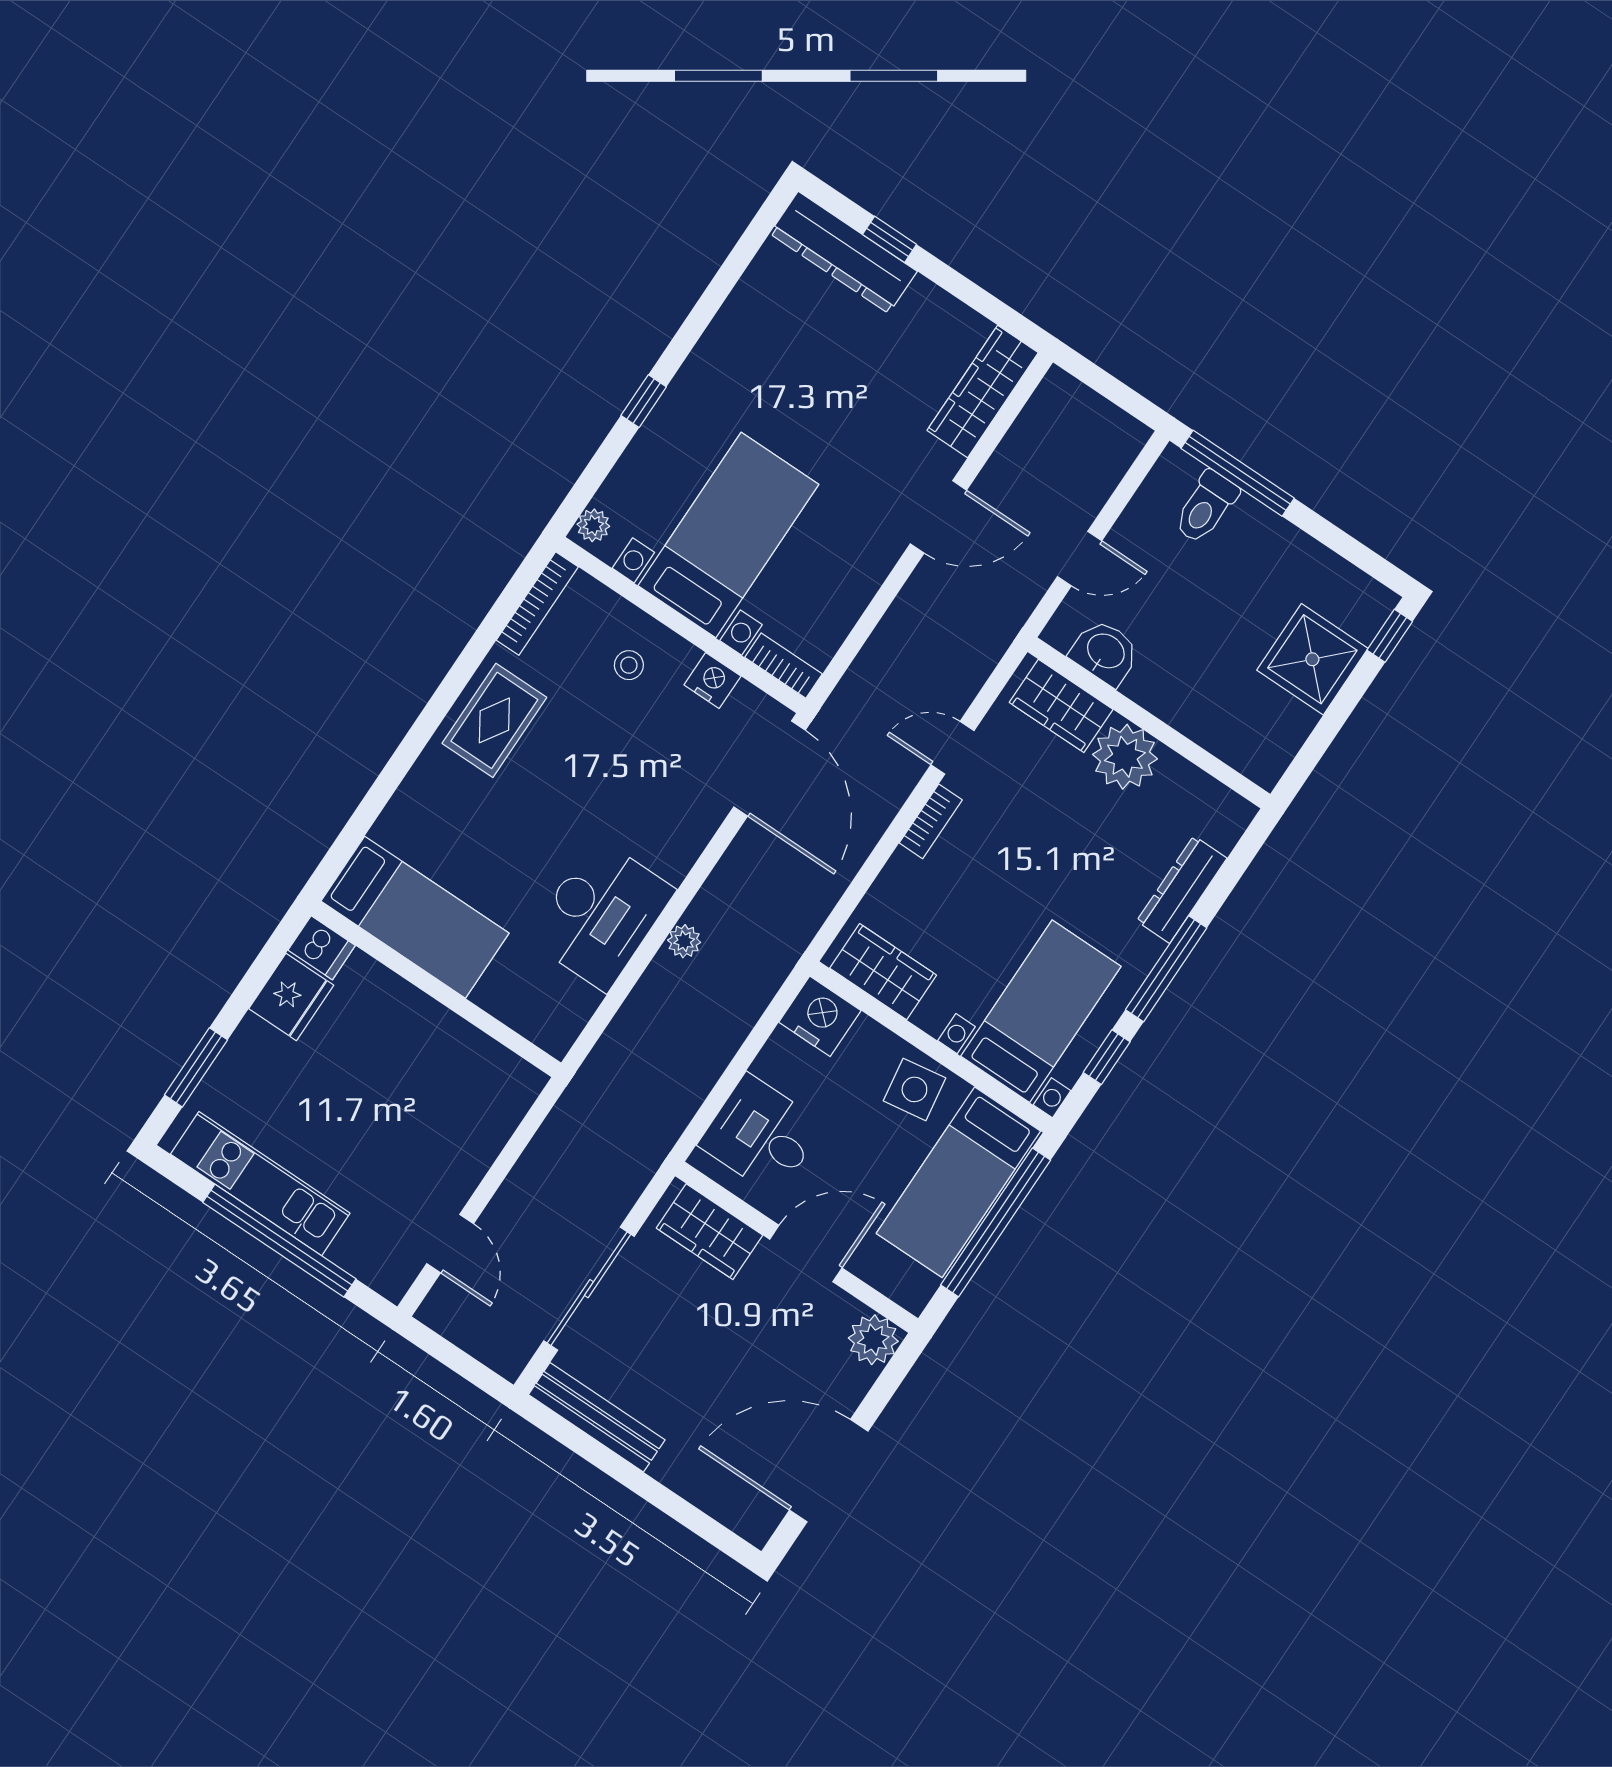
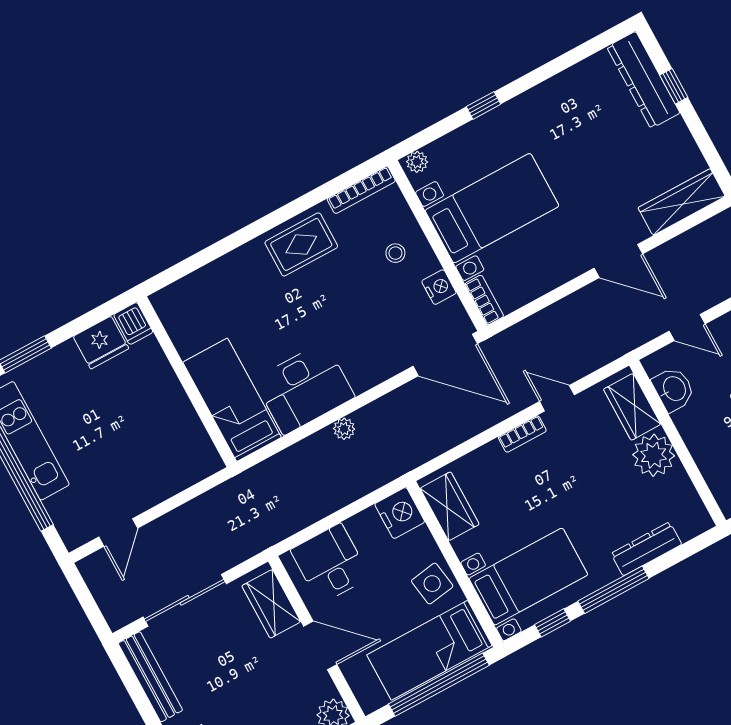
door: (769, 768) -> (445, 355), hinge flipped
bed: (415, 917) -> (232, 400), moved, turned 180

